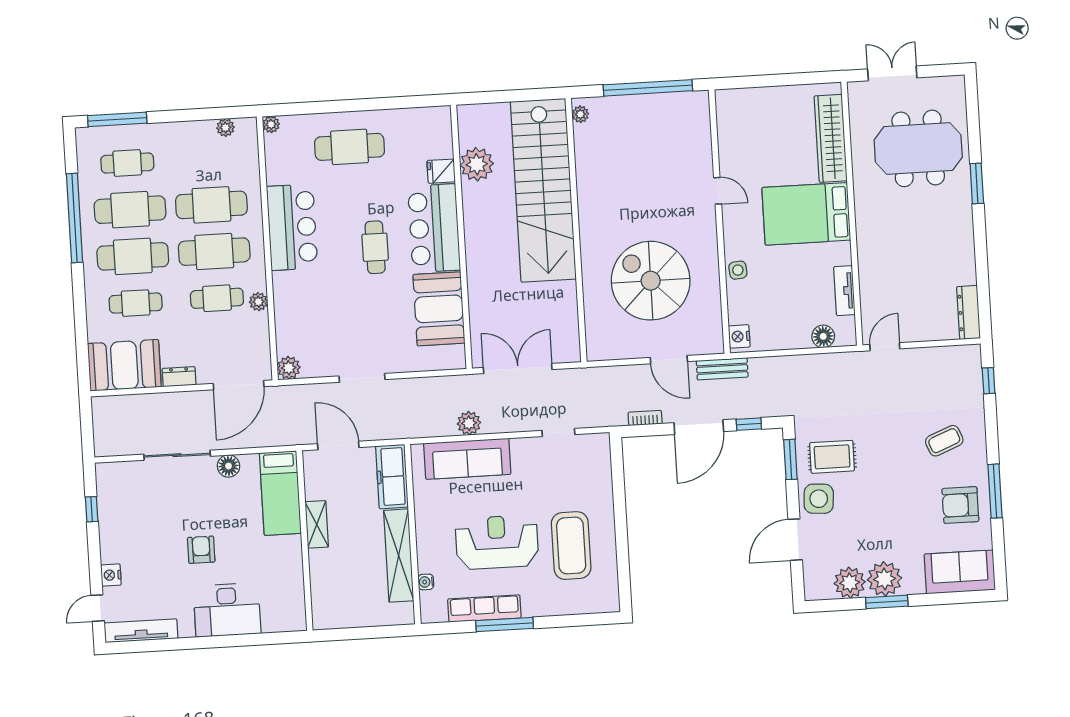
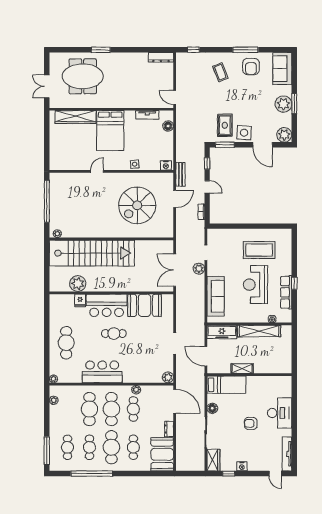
meeting table: (918, 148) -> (83, 76), turned 90
cafe table: (130, 210) -> (89, 447), width x0.73, depth x0.74
plant: (469, 423) -> (199, 269), moved
door: (699, 427) -> (207, 187), width x0.53
door: (338, 446) -> (206, 356), hinge flipped
wardrobe: (119, 475) -> (213, 460), added
nightstand: (111, 575) -> (242, 466), moved
plant: (850, 583) -> (284, 135), moved
window: (505, 625) -> (294, 283), width x0.46

